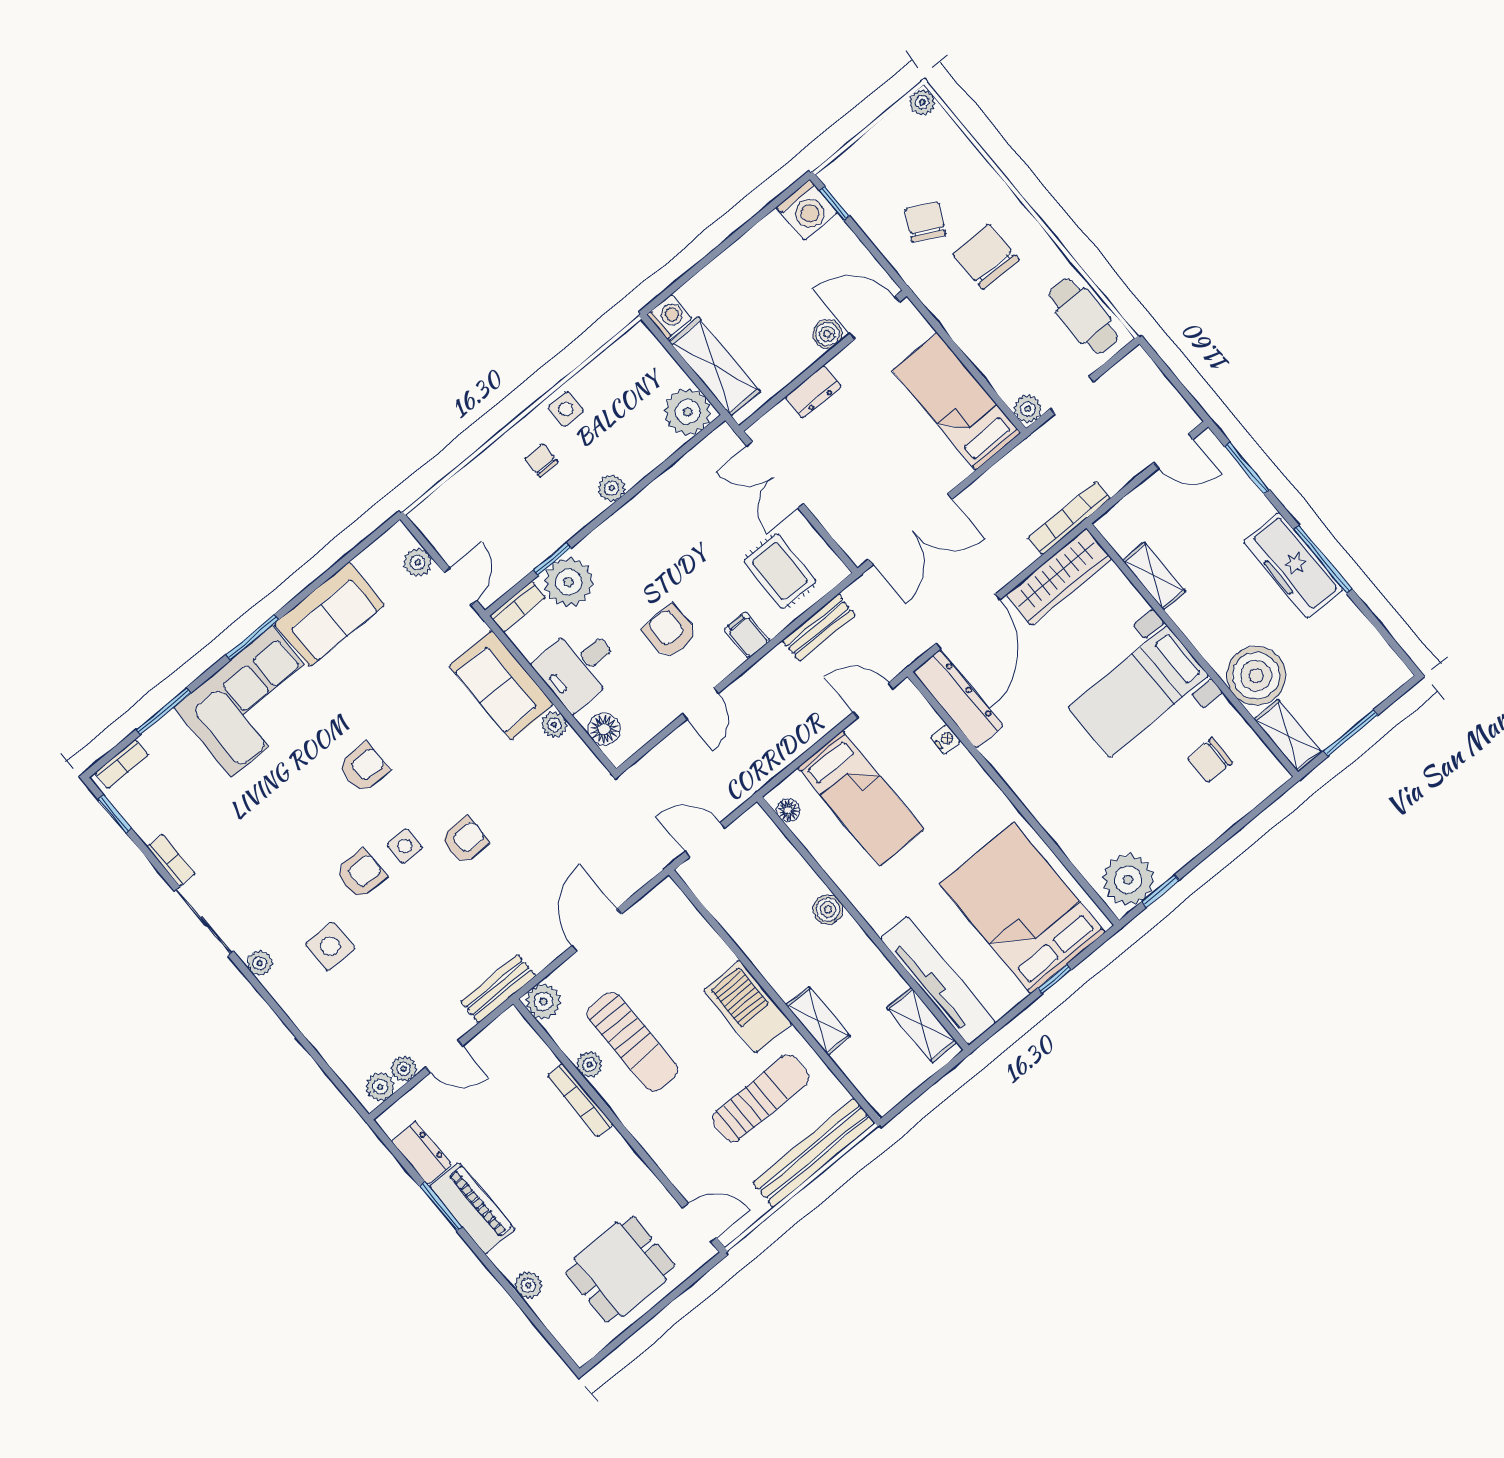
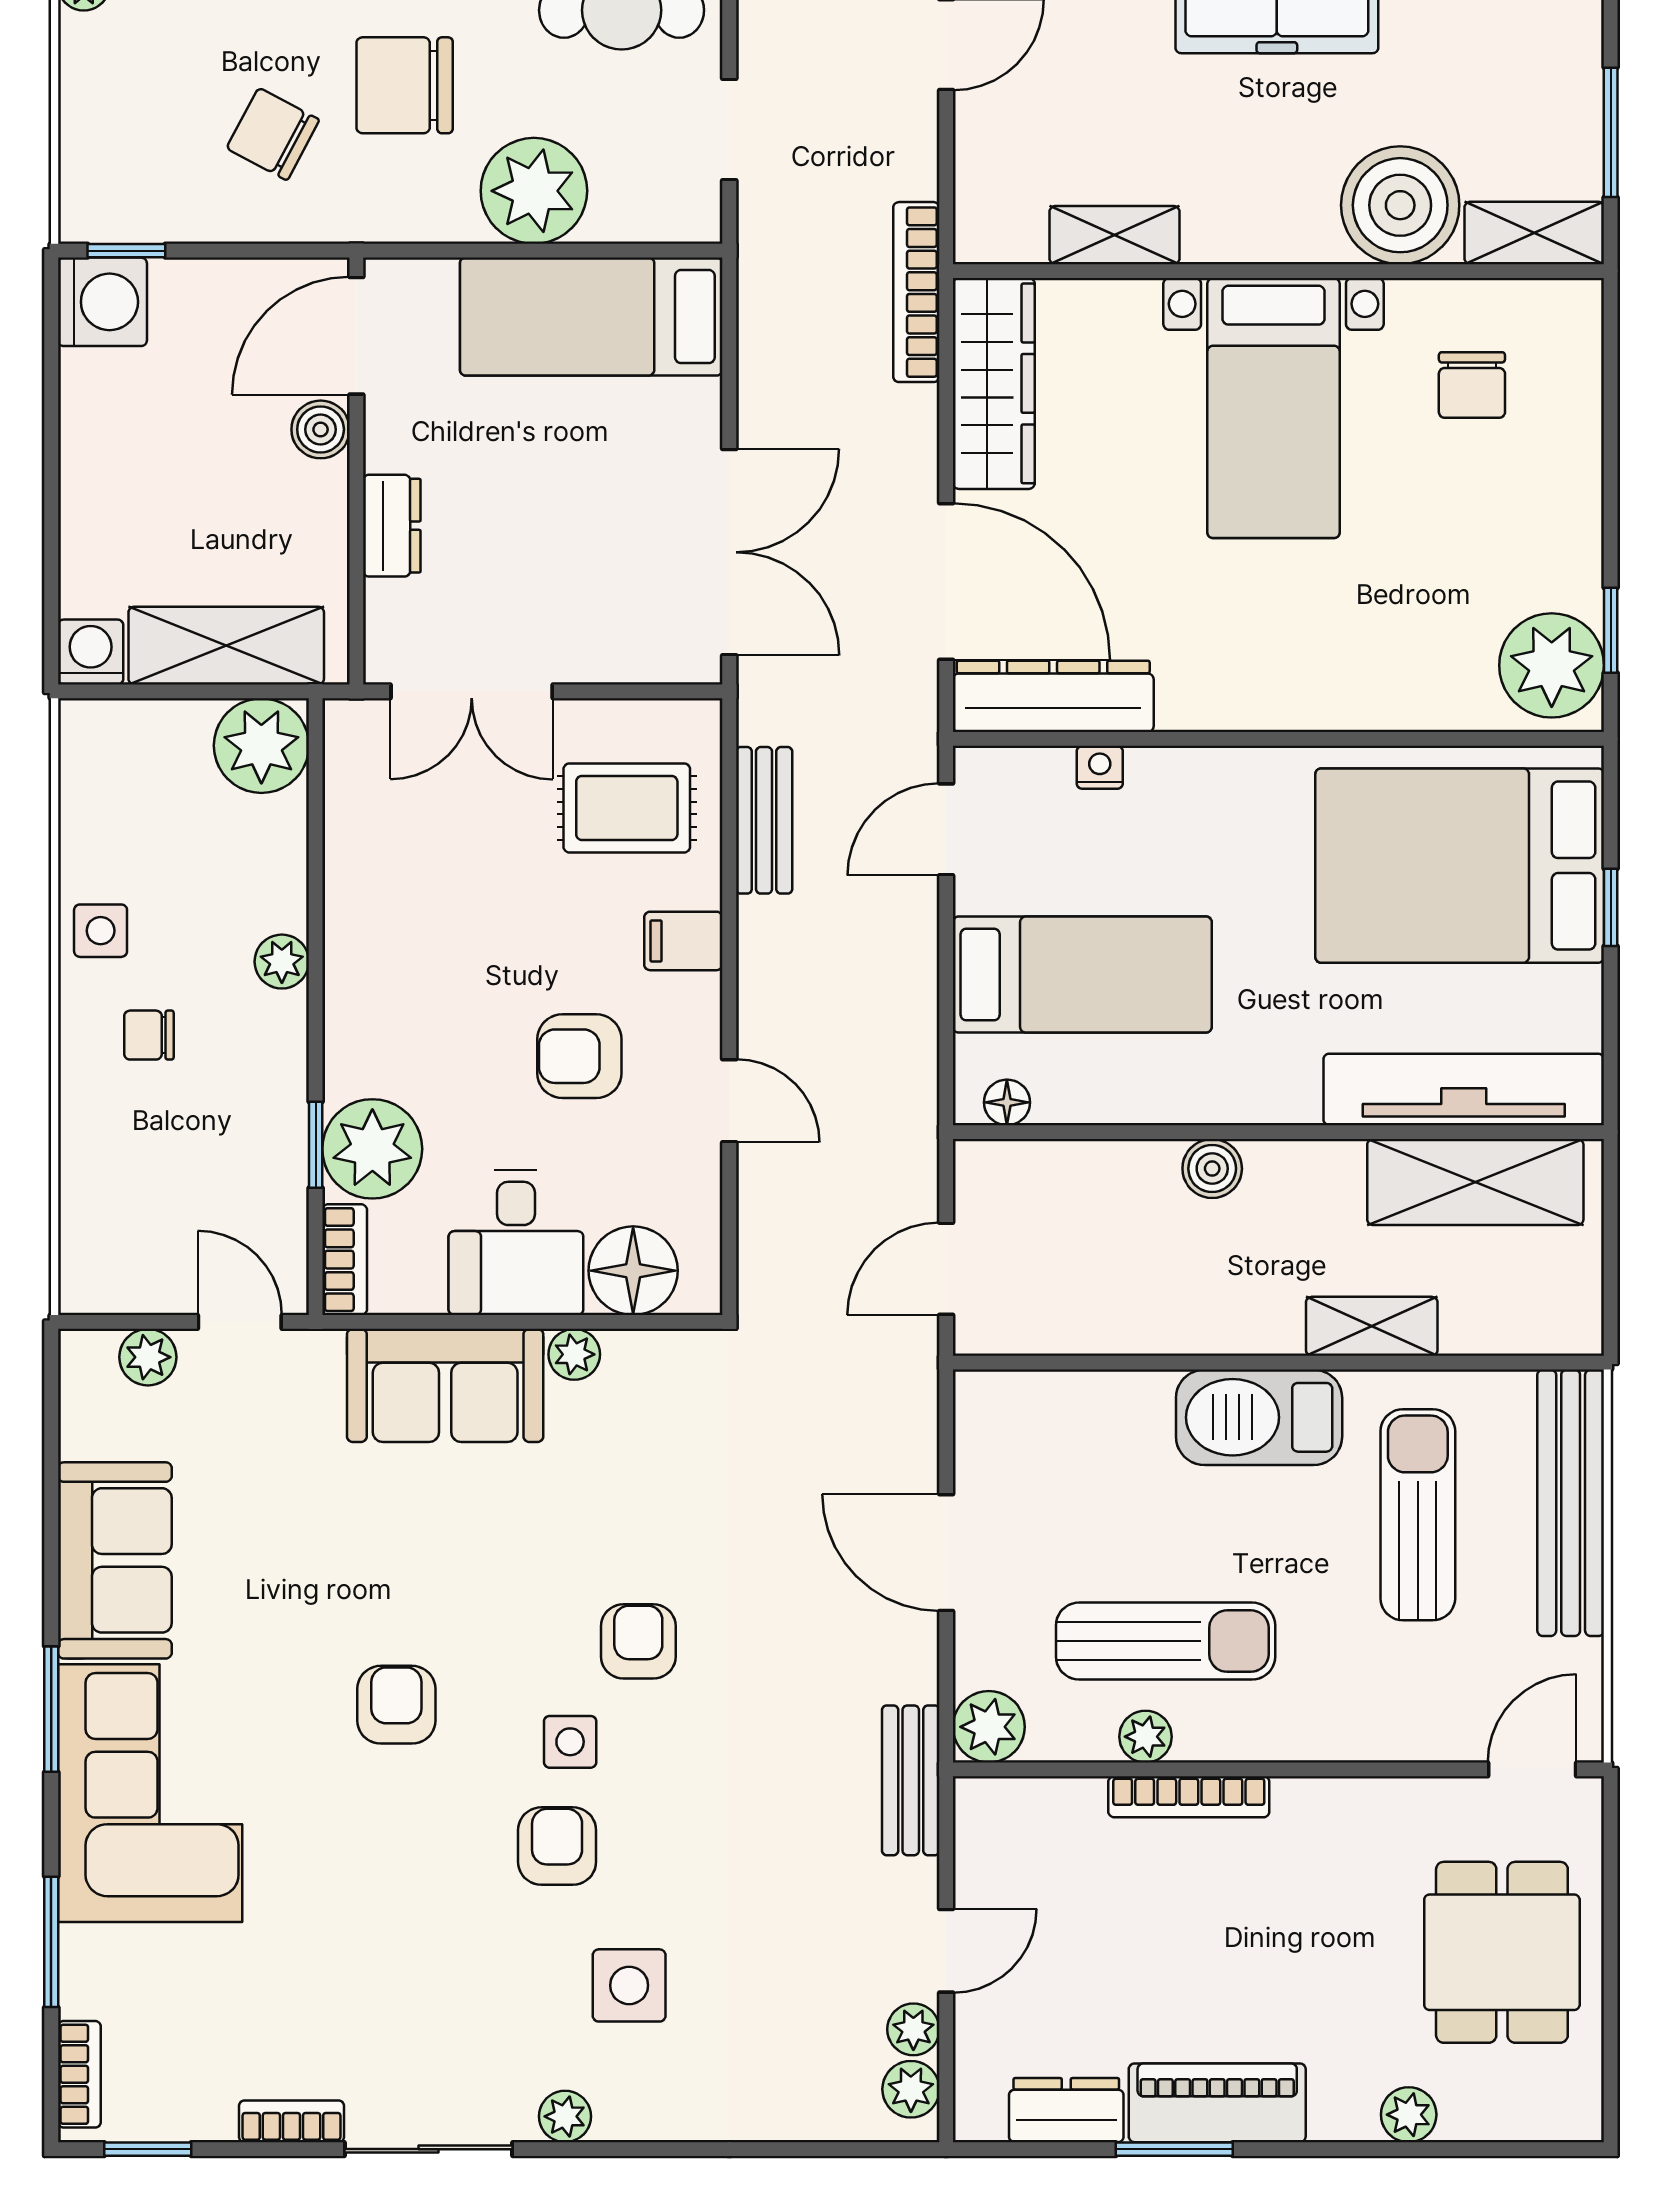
plant: (1028, 409) -> (534, 191), moved, width x1.88, depth x1.88
floor lamp: (604, 729) -> (633, 1271), width x1.38, depth x1.38
shelving: (922, 1025) -> (1475, 1182), width x1.50, depth x1.33

